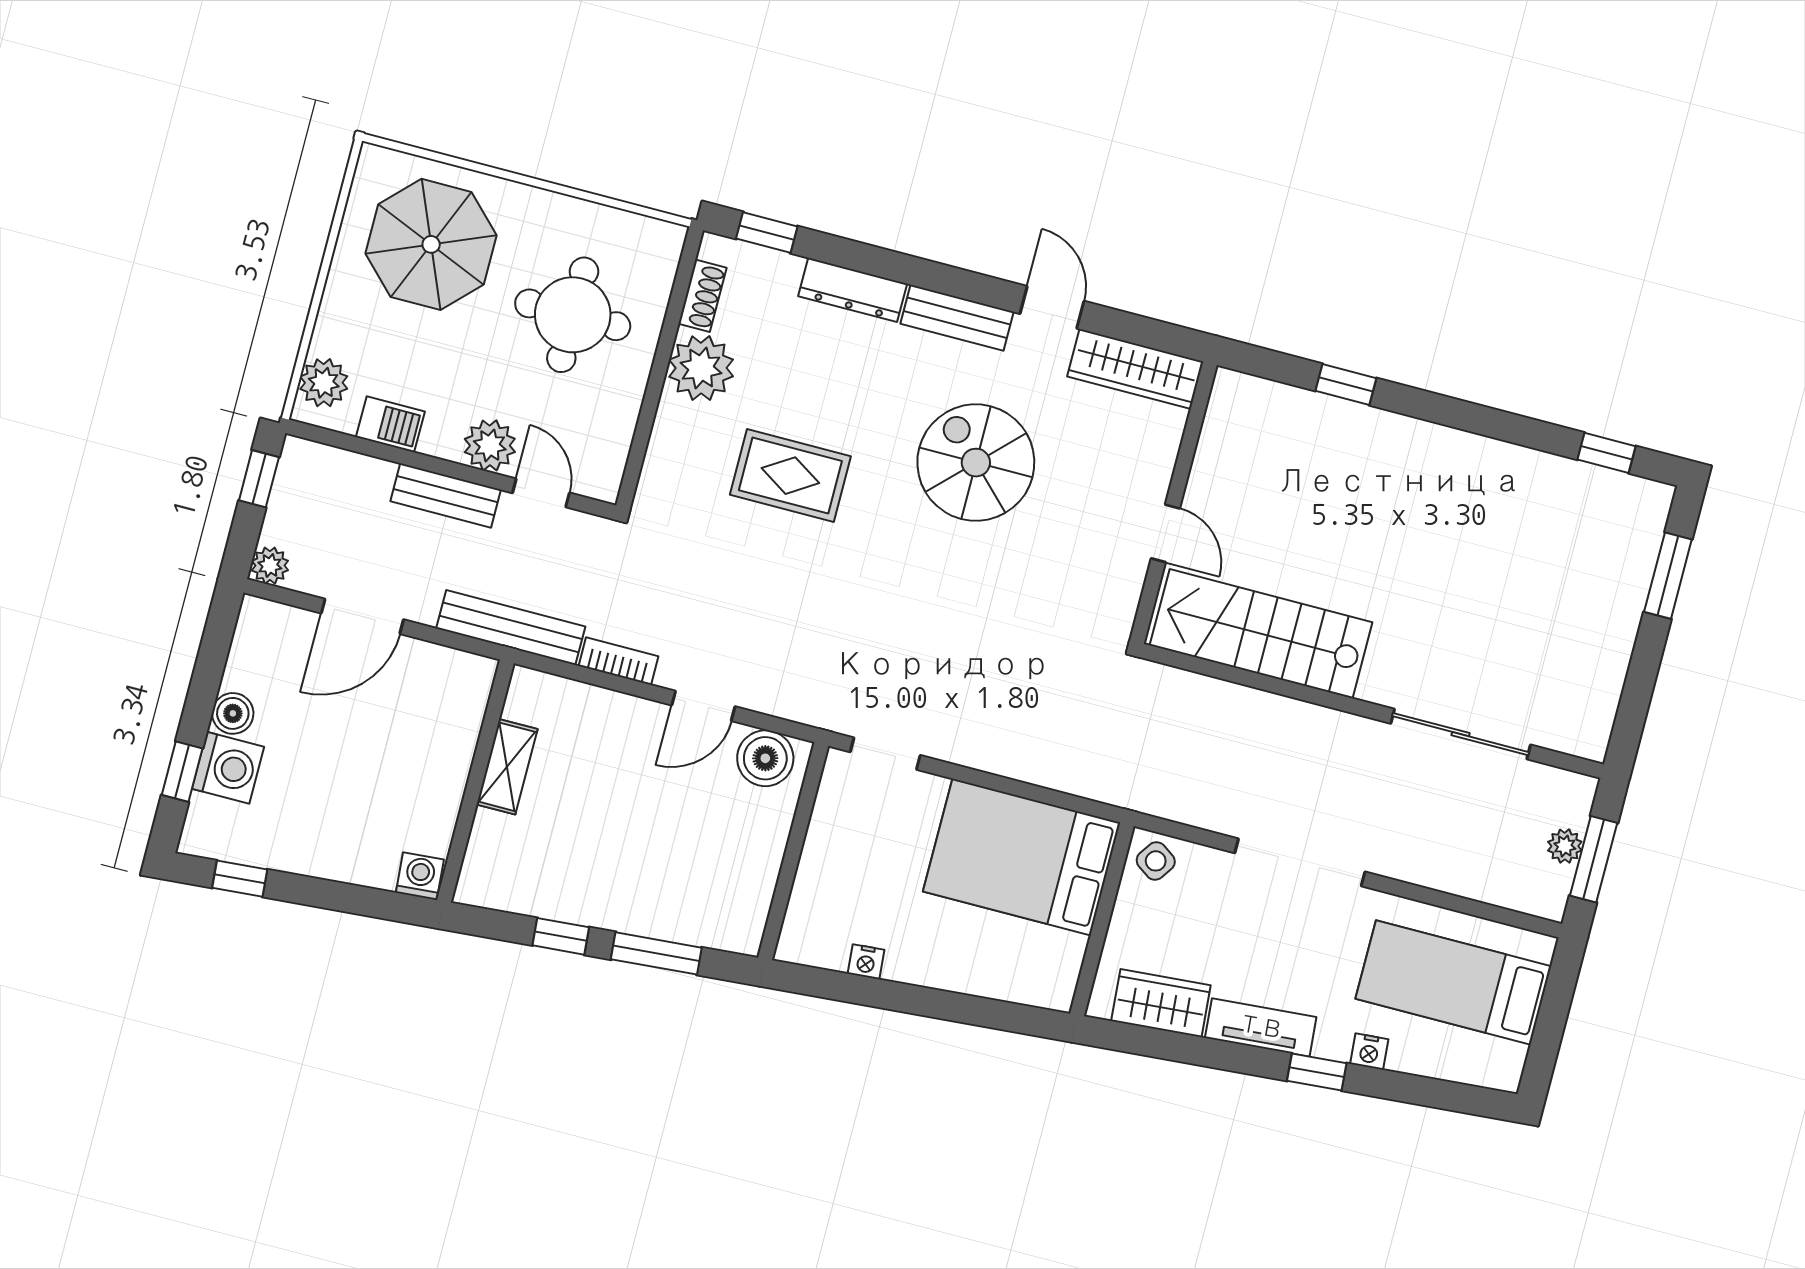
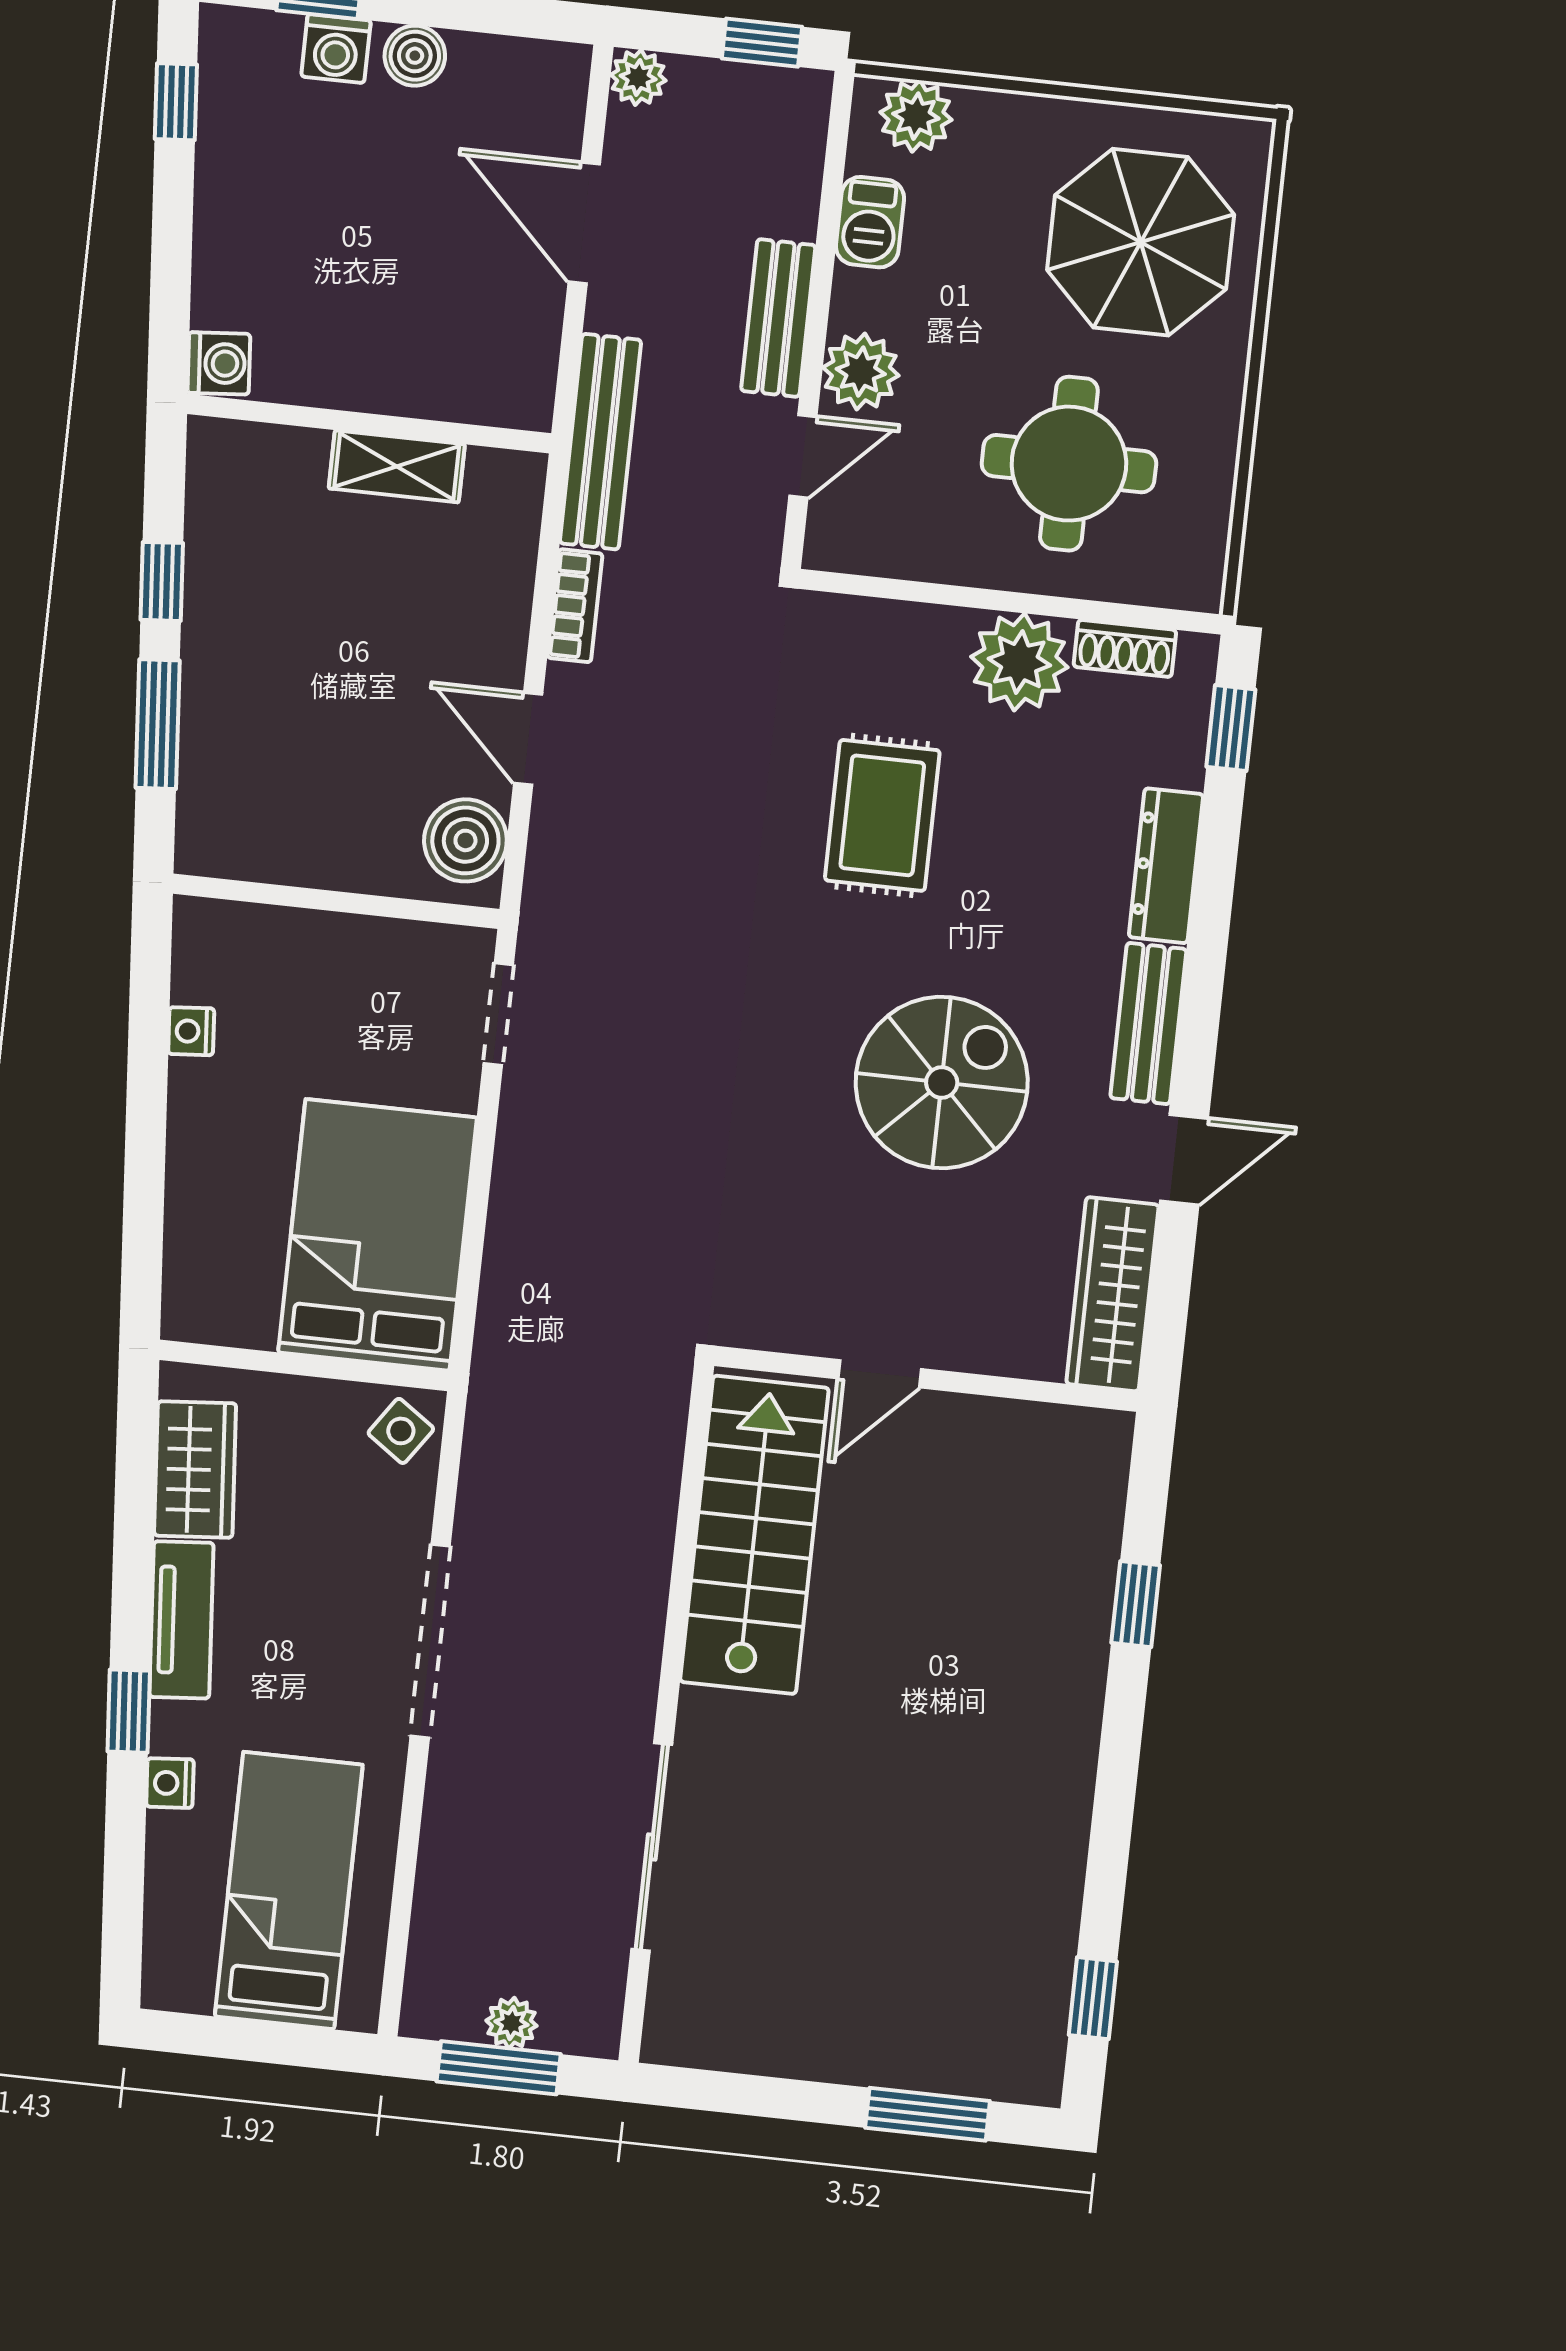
washing machine: (228, 768) -> (336, 49), width x0.73, depth x0.73

